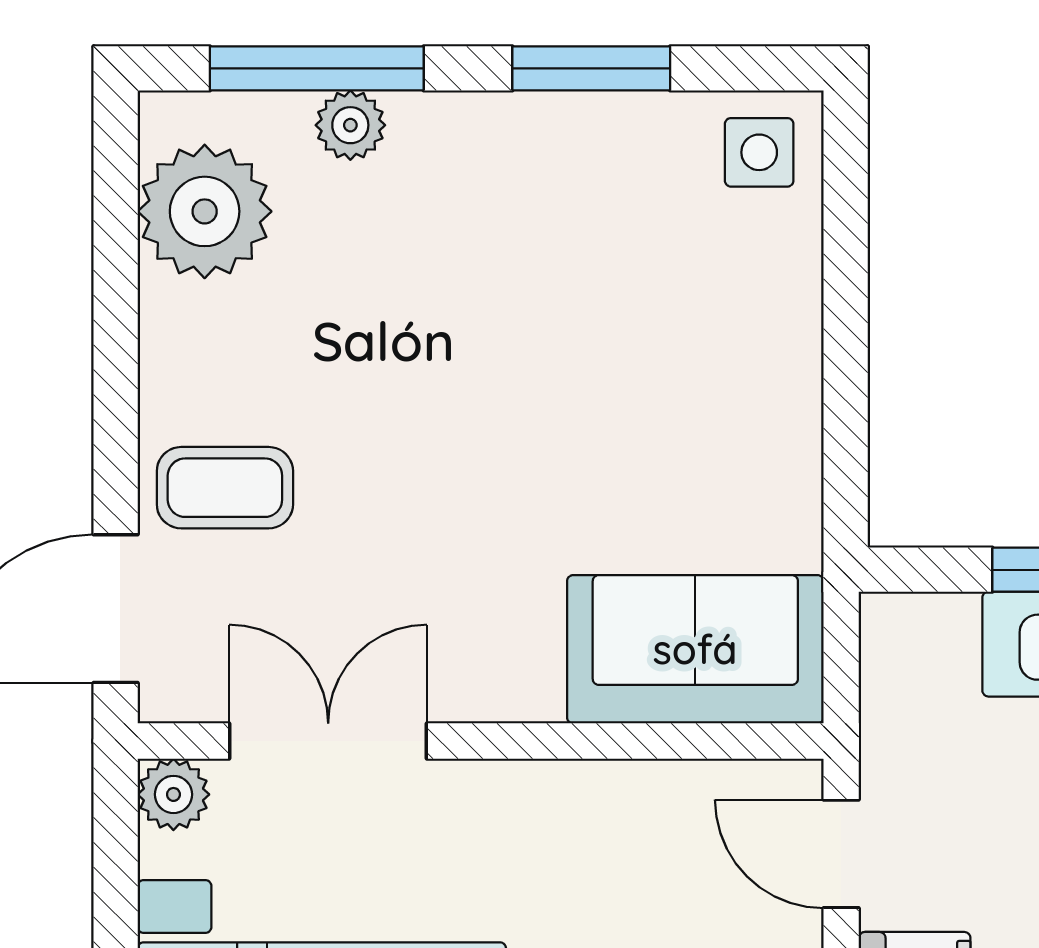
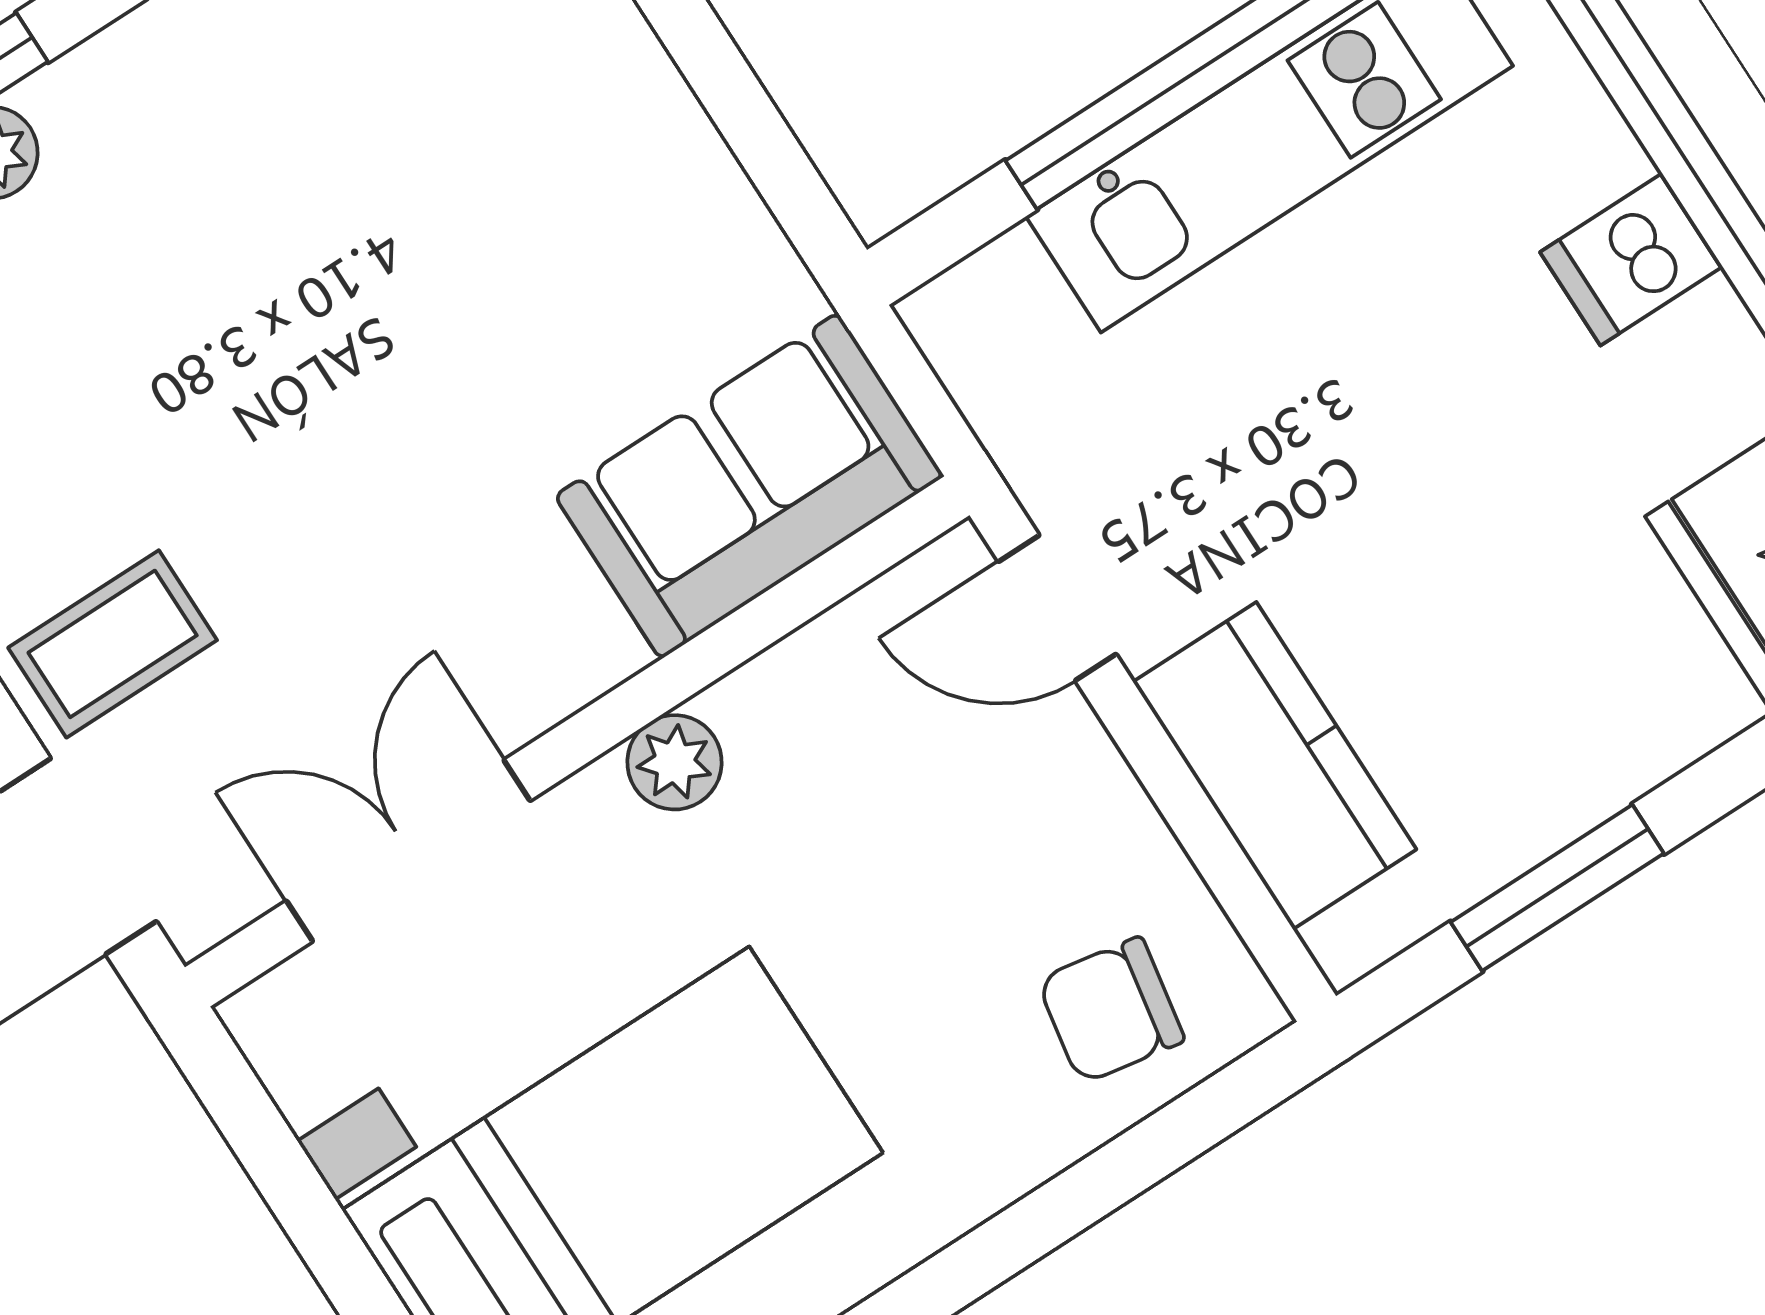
plant: (173, 794) -> (674, 762), moved

